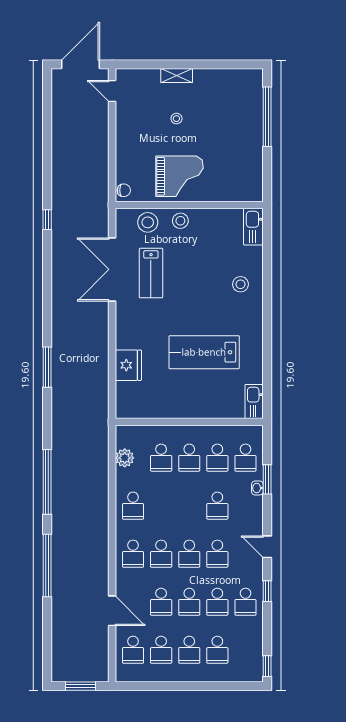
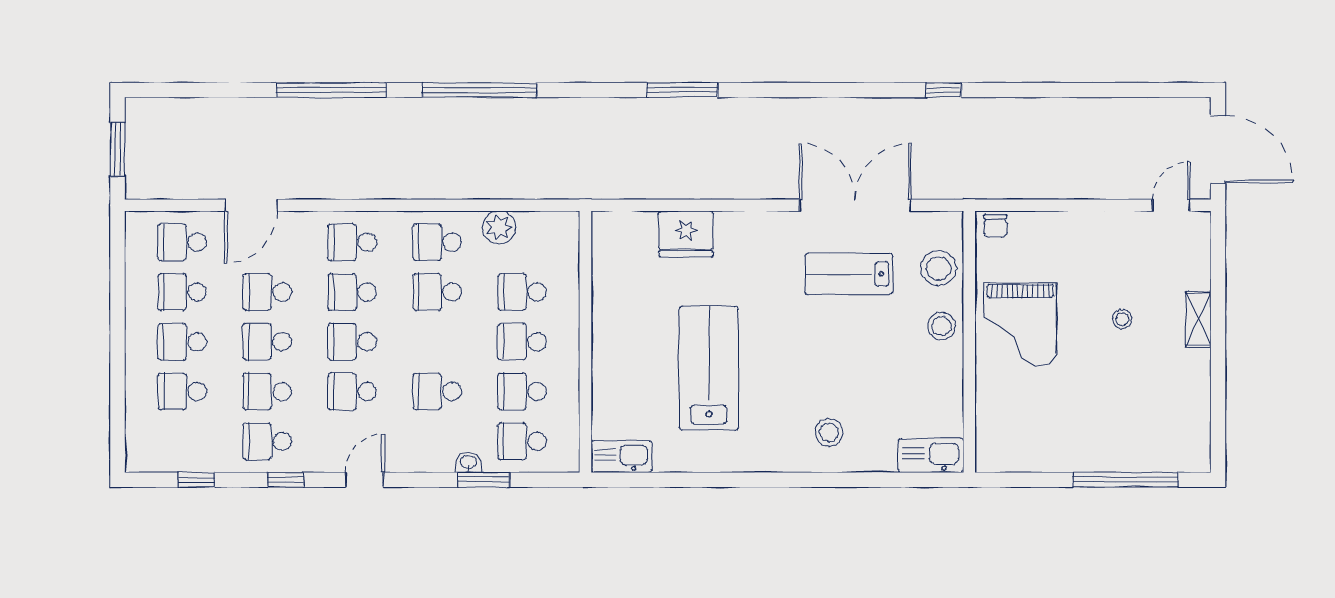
plant: (125, 458) -> (499, 227), moved
school desk: (161, 506) -> (437, 292), added
window: (267, 666) -> (196, 480), moved

